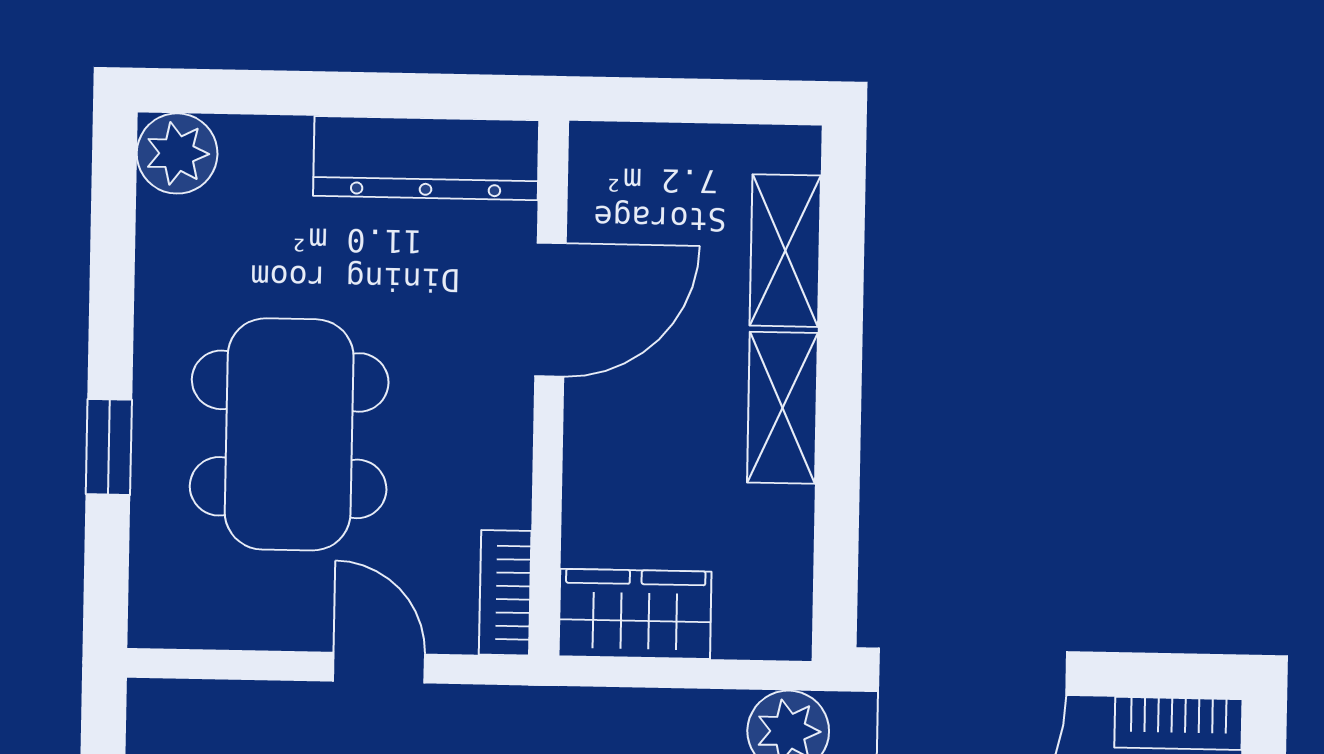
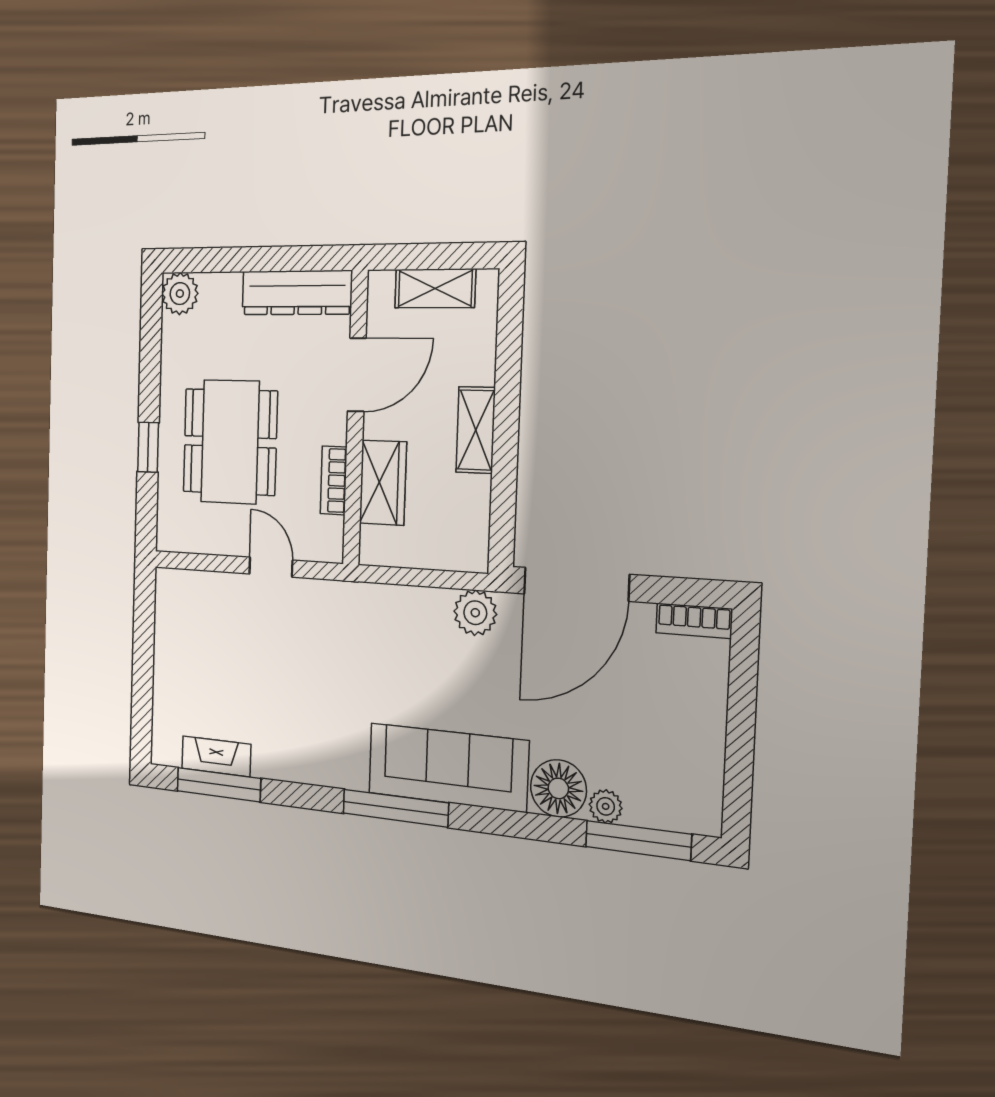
shelving: (785, 251) -> (435, 288), moved, turned 90
bookcase: (505, 593) -> (334, 480), moved
wardrobe: (635, 614) -> (383, 483), moved, turned 90

